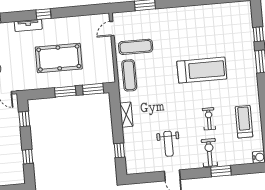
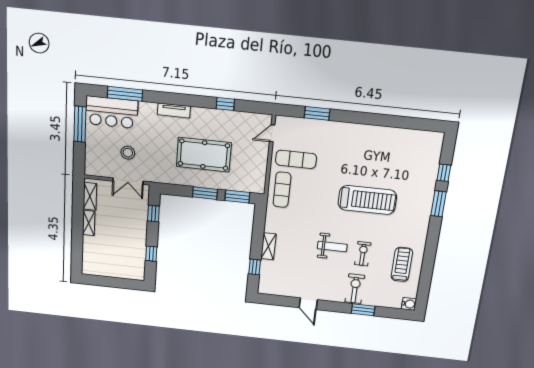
window: (44, 14) -> (225, 104), moved
shelving: (126, 115) -> (268, 246), moved
weight bench: (168, 144) -> (332, 247), moved, turned -90

